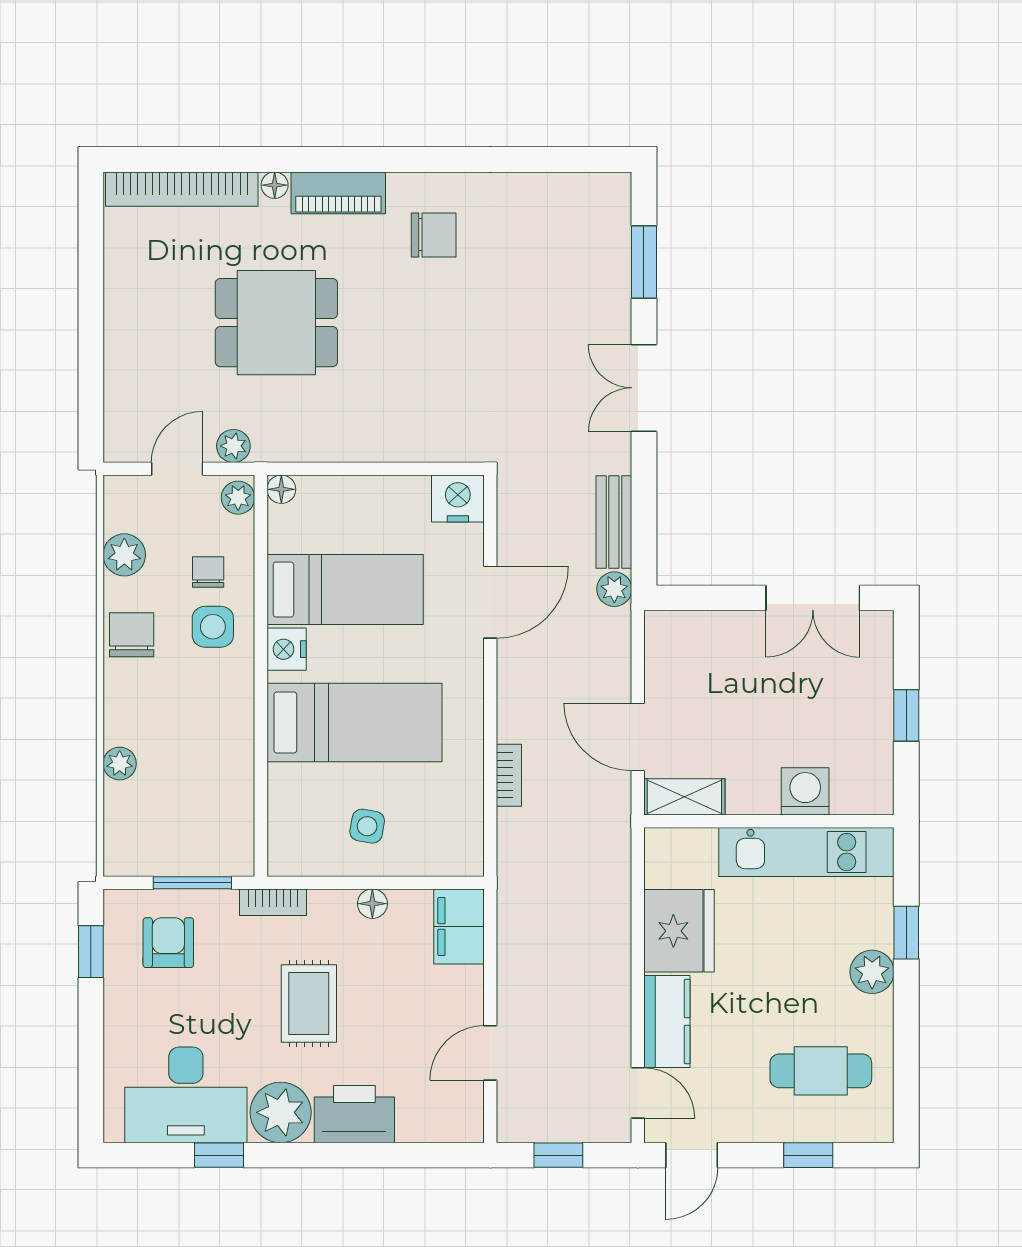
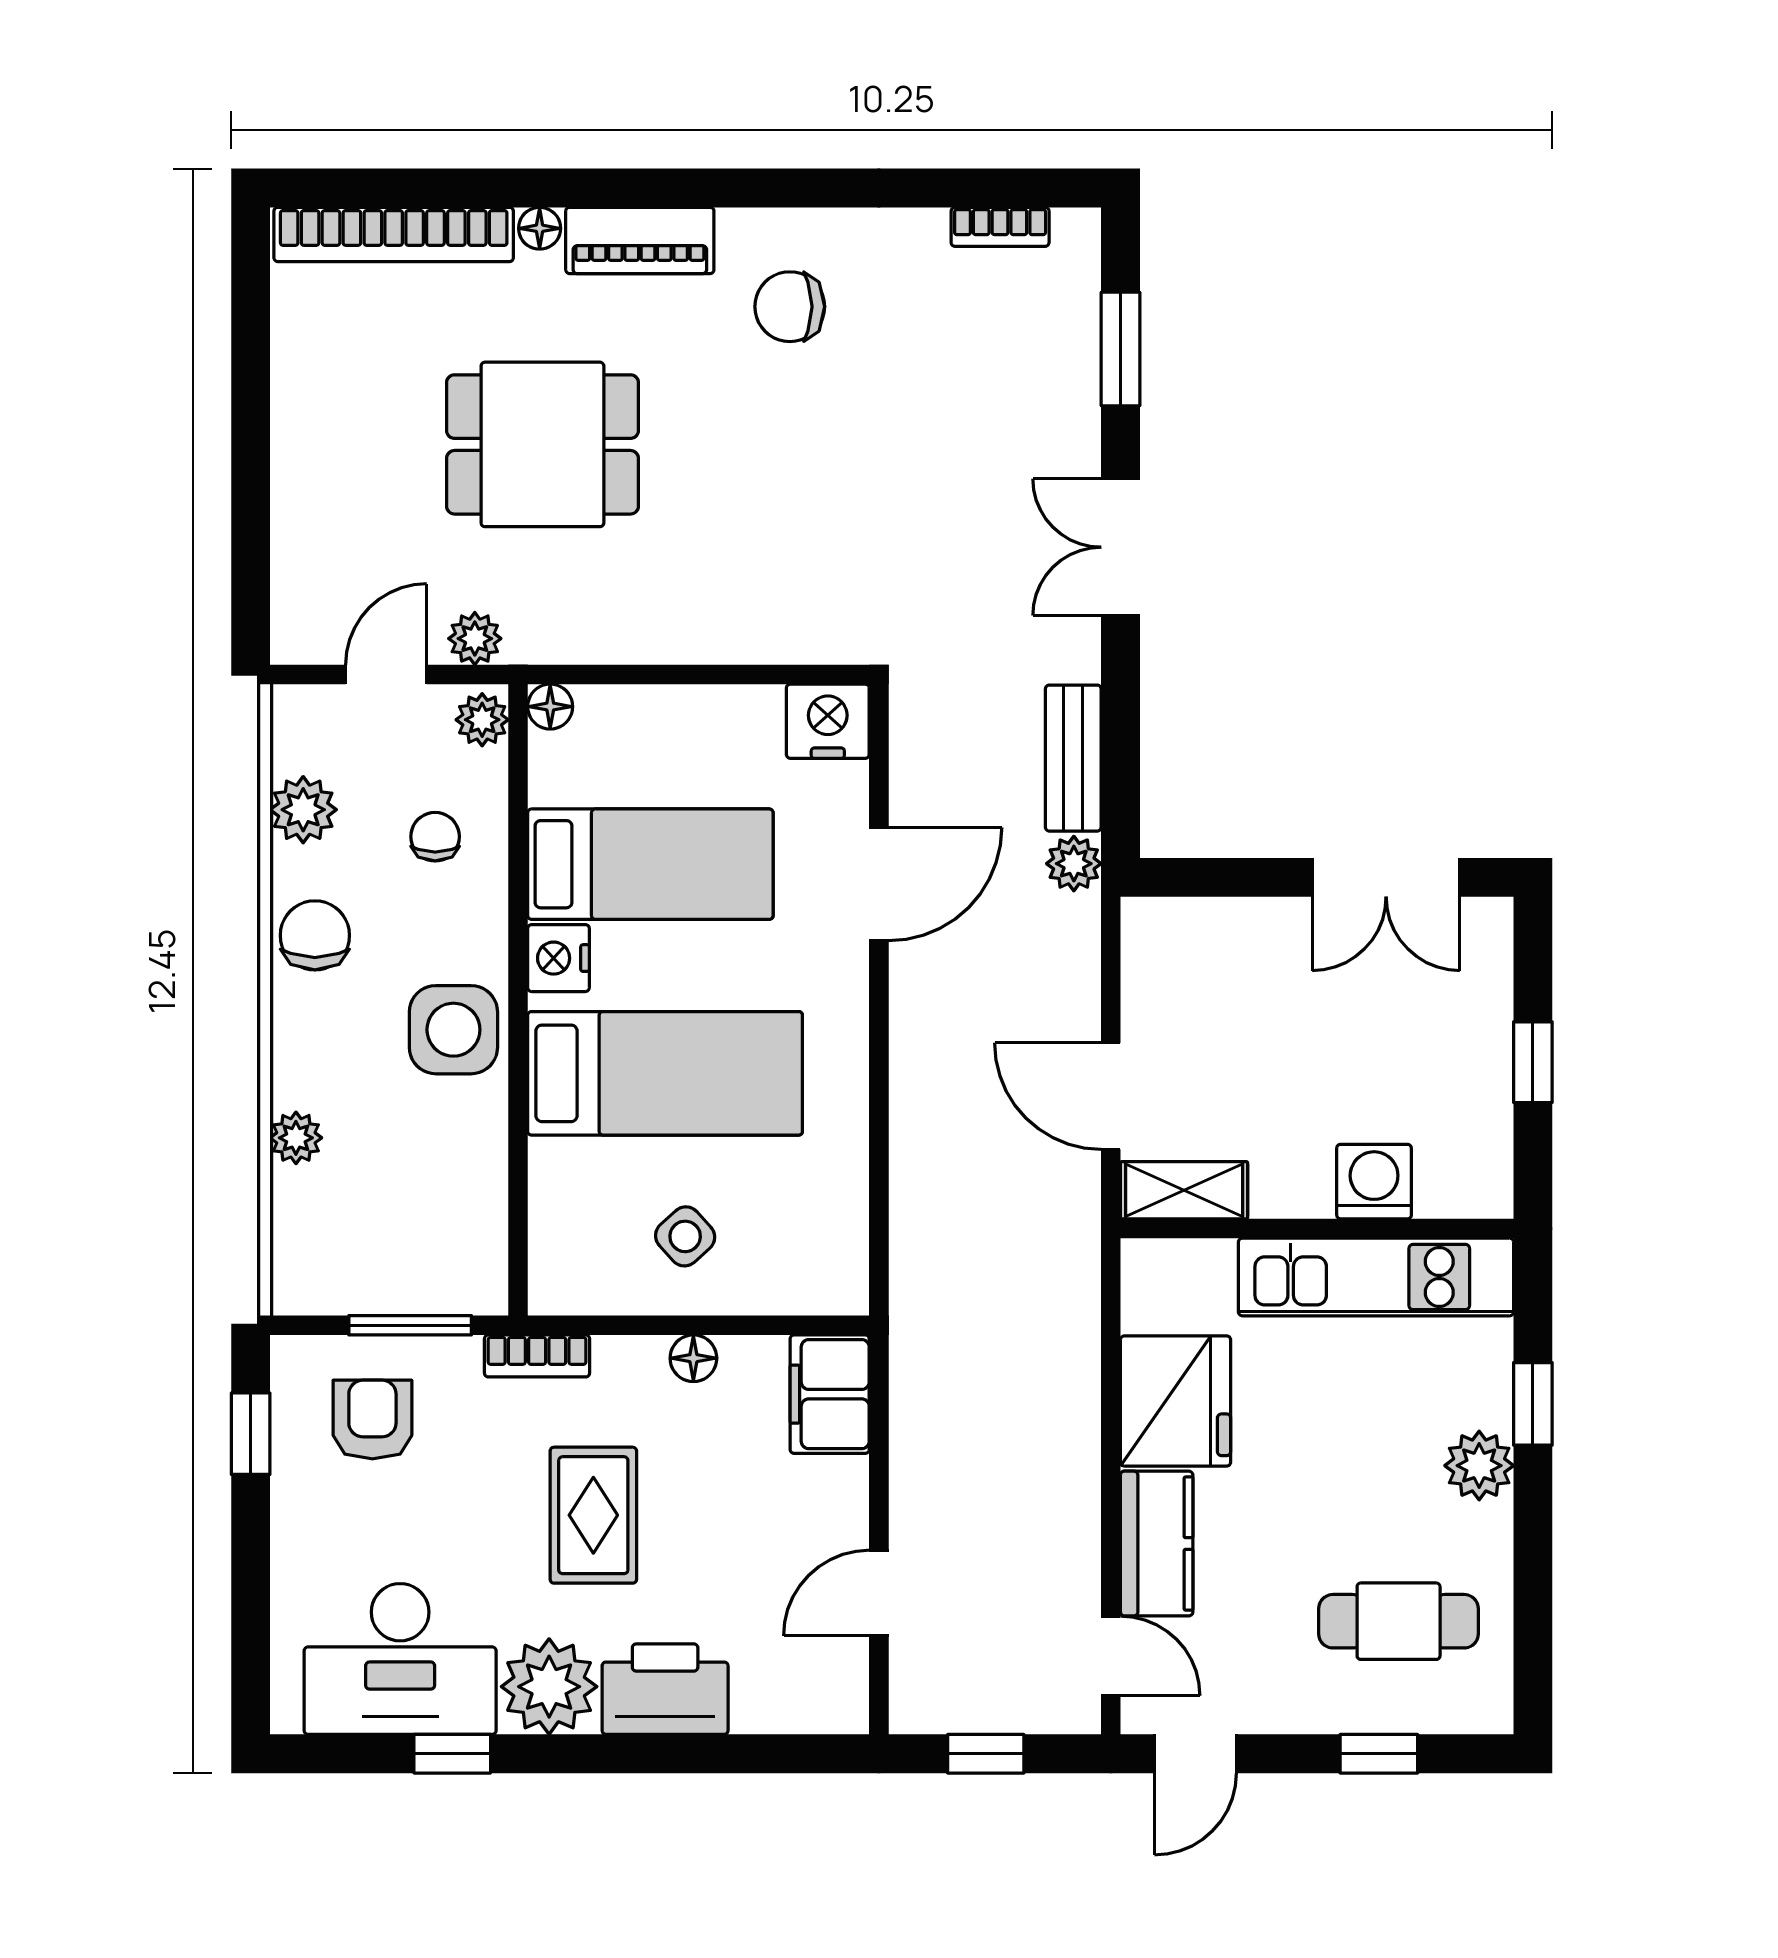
chair: (434, 235) -> (790, 307), turned 180
side table: (213, 627) -> (453, 1030), moved, width x1.37, depth x1.37
bookcase: (509, 775) -> (1000, 227), moved, turned 90
side table: (367, 826) -> (685, 1236), turned 38

